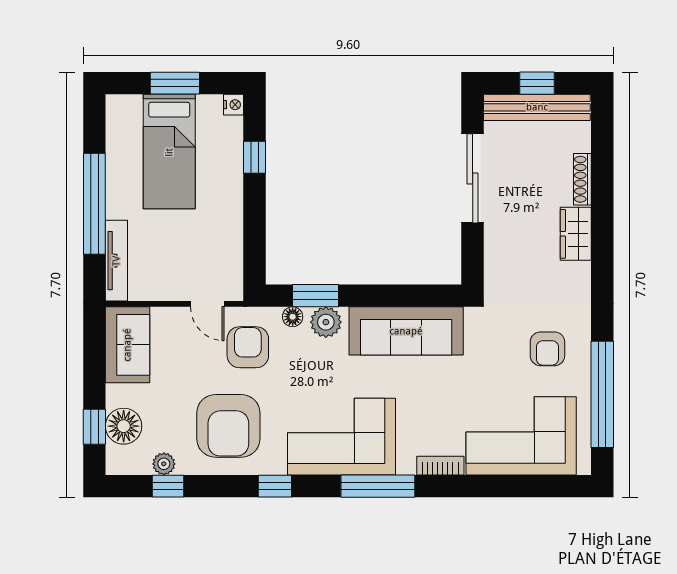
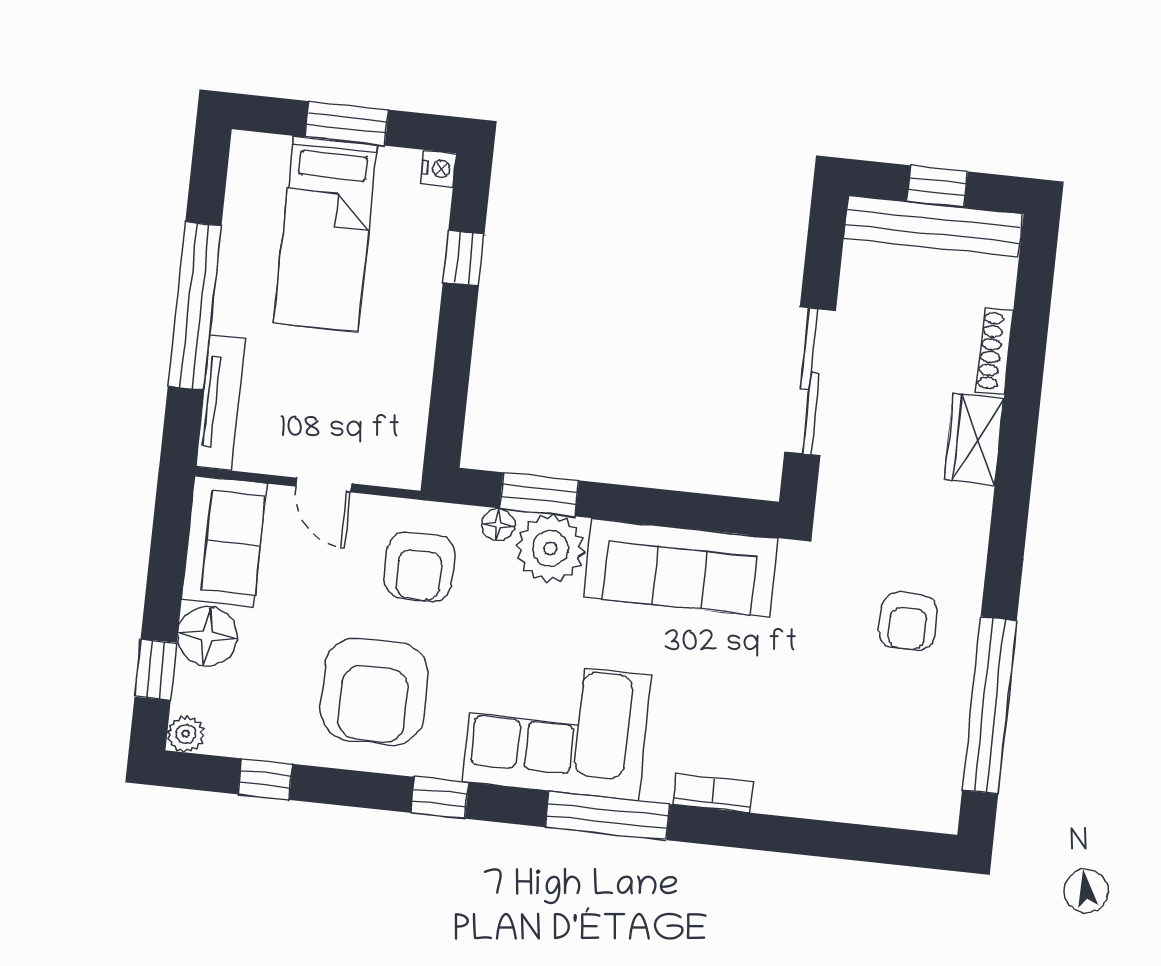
sliding door: (473, 178) -> (810, 381), moved
door: (207, 304) -> (323, 485), moved
plant: (326, 322) -> (550, 549), width x1.36, depth x1.36
armchair: (248, 347) -> (420, 567), turned 180
floor lamp: (124, 426) -> (207, 636), moved
corner sofa: (521, 436) -> (850, 759), removed
plant: (164, 464) -> (186, 734), moved

